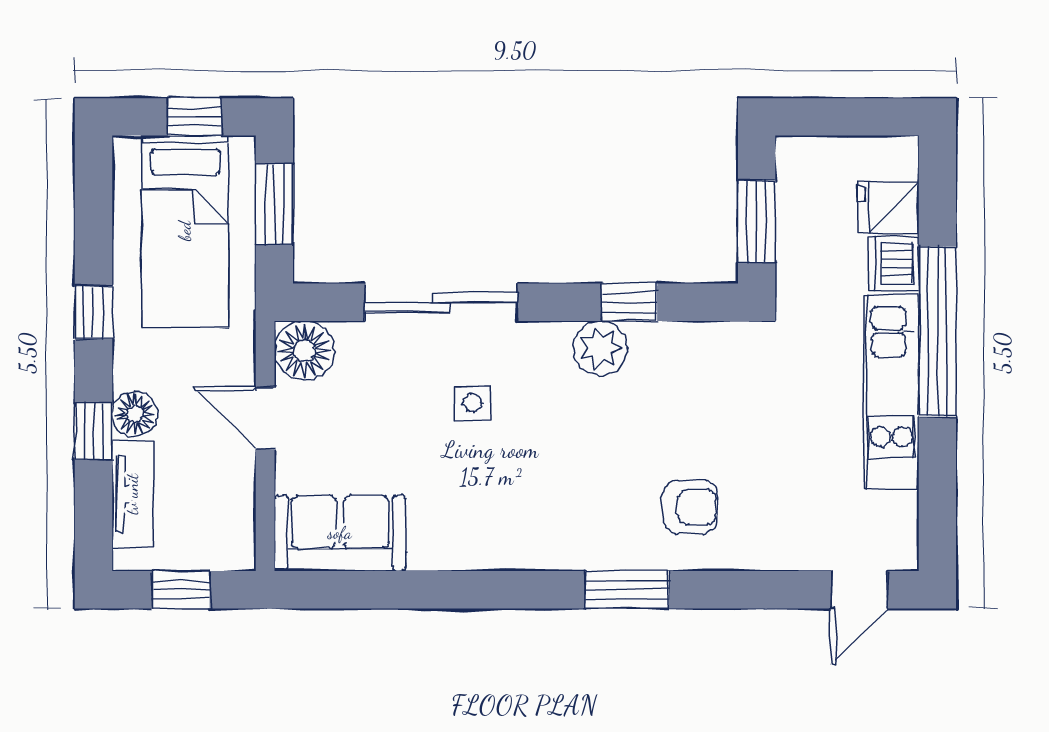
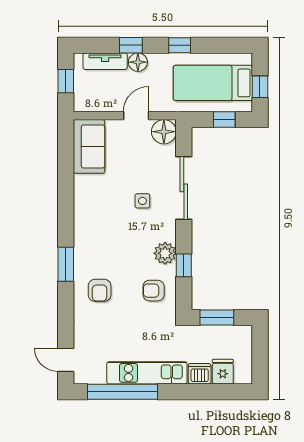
window: (274, 204) -> (224, 119), width x0.67
window: (937, 332) -> (123, 392), moved
armchair: (691, 376) -> (154, 291), added

